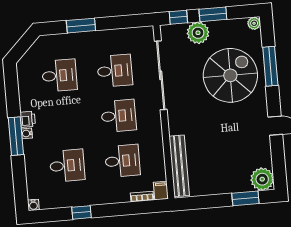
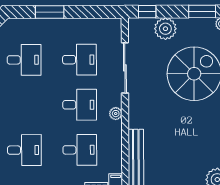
window: (213, 14) -> (202, 11), moved
sliding door: (161, 75) -> (125, 68), width x0.73
plant: (155, 122) -> (116, 114), added

